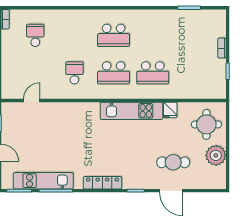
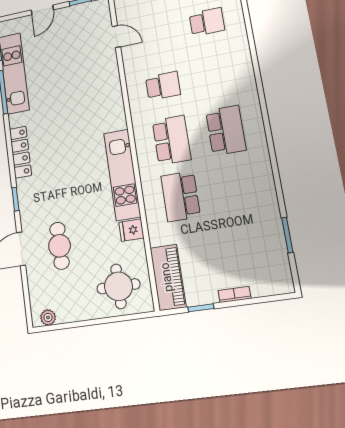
school desk: (114, 35) -> (226, 130), turned 180
school desk: (114, 73) -> (172, 140), turned 180
piano: (205, 90) -> (168, 277), added
plant: (216, 155) -> (48, 317), moved, width x0.53, depth x0.53

